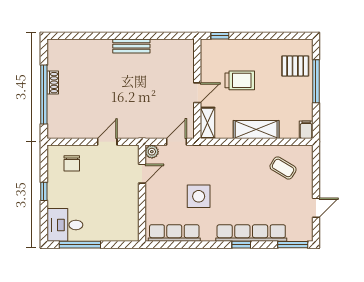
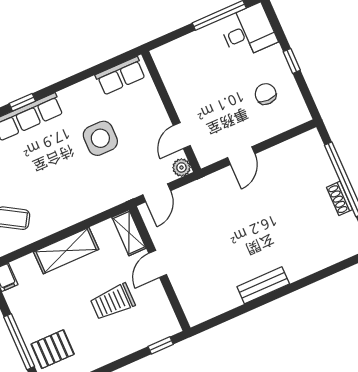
chair: (72, 163) -> (266, 94), moved
row of seats: (174, 233) -> (121, 76), width x0.68

